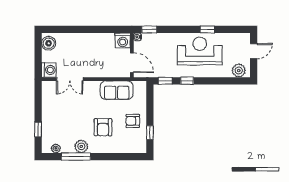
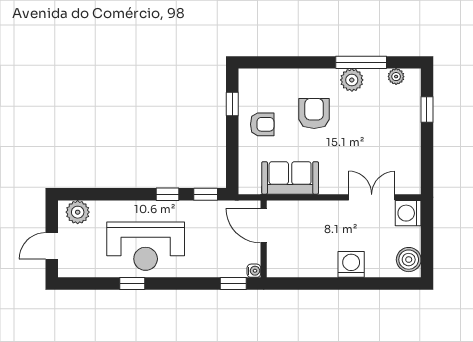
washing machine: (123, 40) -> (351, 264), moved

